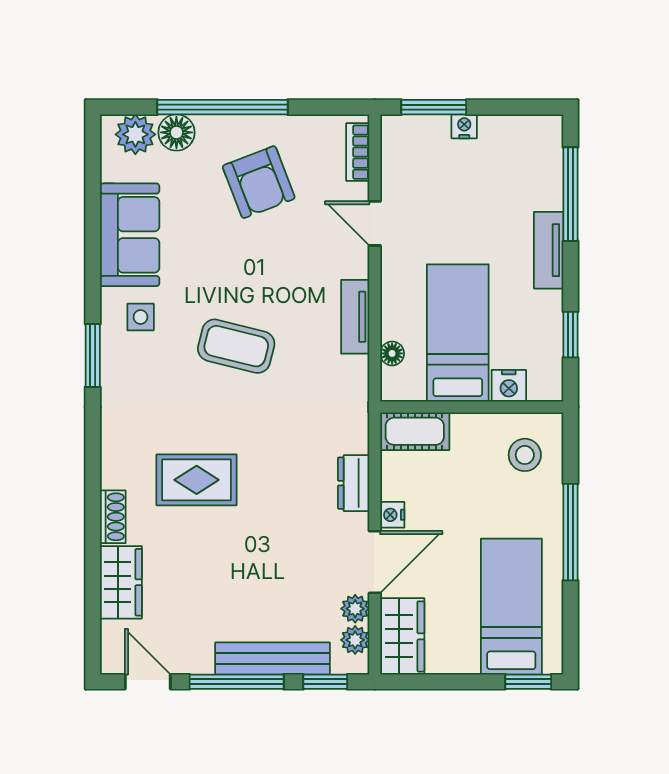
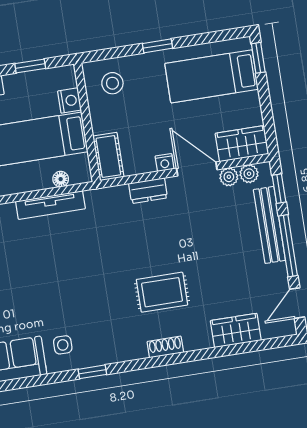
tv unit: (355, 317) -> (50, 205), width x1.41
coffee table: (236, 346) -> (72, 280), removed
window: (93, 356) -> (92, 372), width x0.67
rug: (197, 480) -> (162, 292), turned 90
shoe rack: (113, 517) -> (165, 347), moved
window: (570, 532) -> (158, 46), width x0.46

